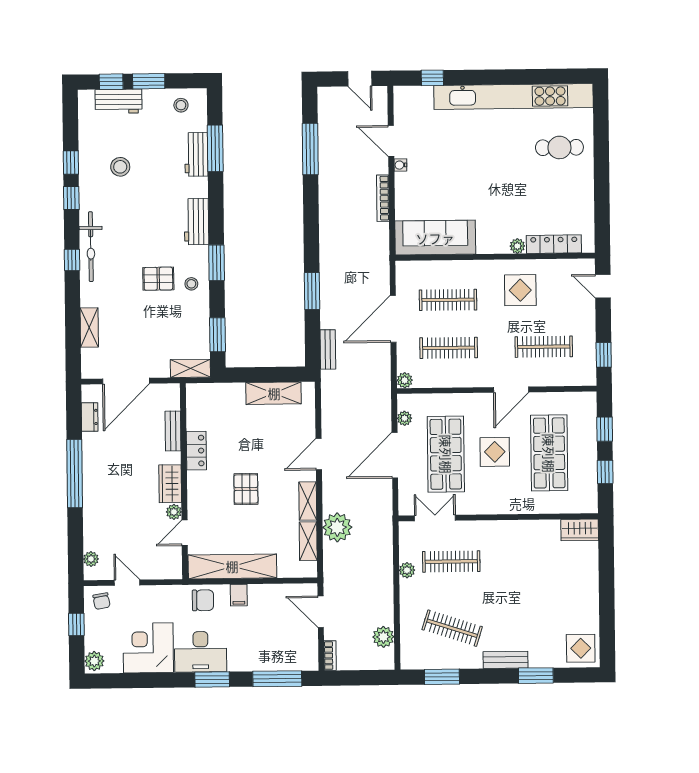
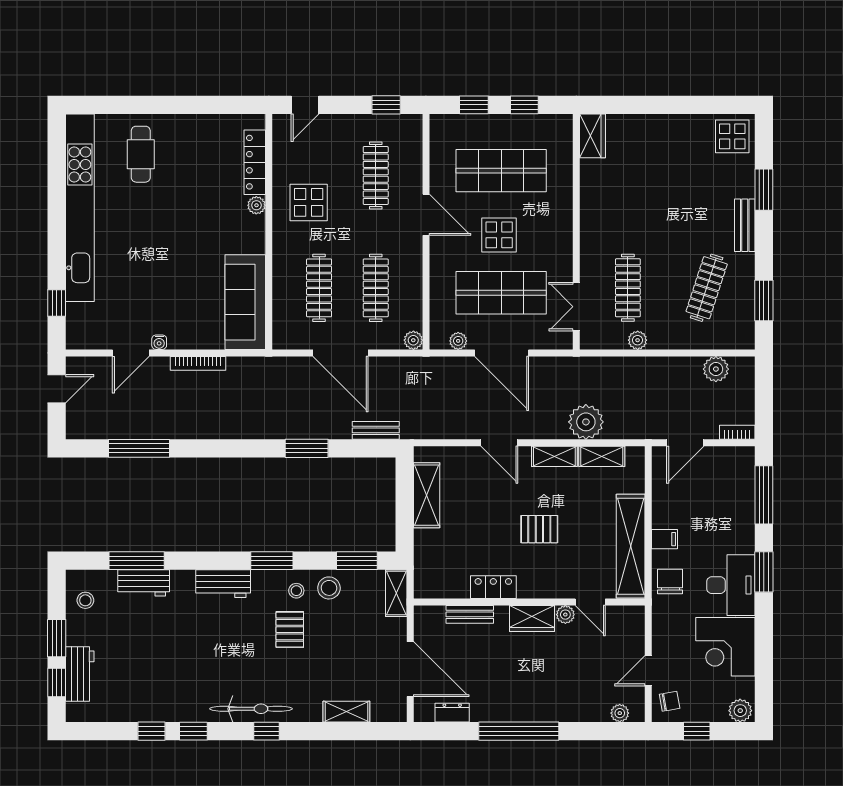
stool: (120, 167) -> (329, 588), moved

